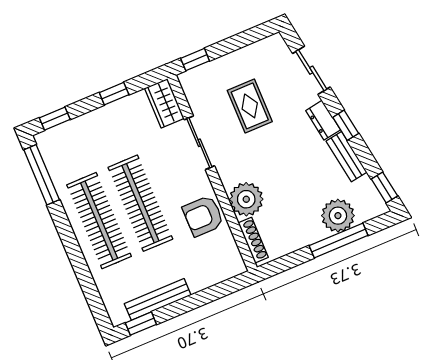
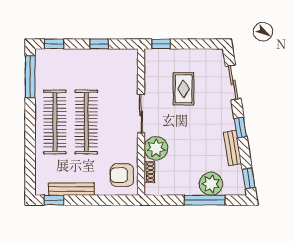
wardrobe: (164, 103) -> (129, 64), removed
dresser: (323, 120) -> (227, 118), removed
sliding door: (199, 143) -> (141, 114), moved
armchair: (203, 216) -> (122, 175), moved
shoe rack: (253, 240) -> (149, 172), width x0.70

